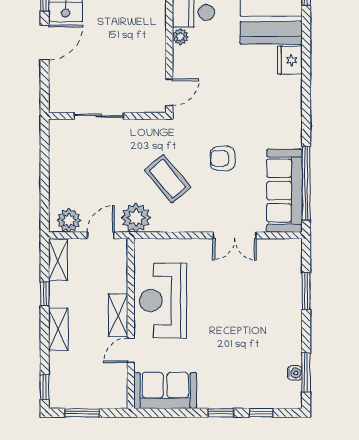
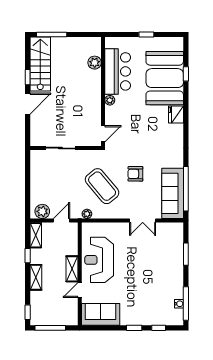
coffee table: (168, 179) -> (102, 186), width x1.36, depth x1.32
plant: (136, 218) -> (87, 214), width x0.53, depth x0.53
window: (306, 372) -> (186, 303), width x1.44
window: (82, 413) -> (50, 328), width x1.44

